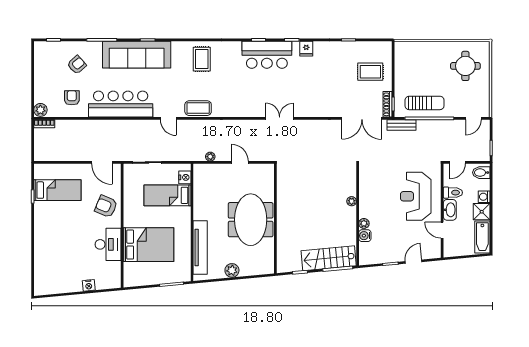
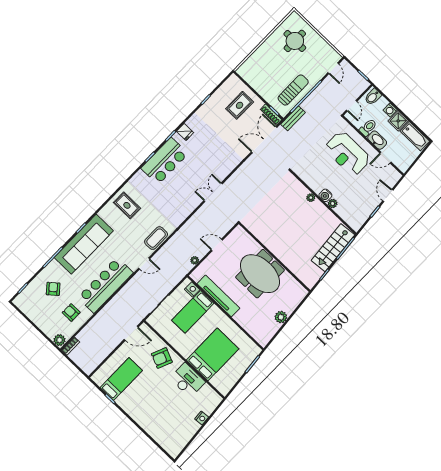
double door: (362, 118) -> (264, 140), swing flipped
water cooler: (365, 236) -> (325, 195), moved
tv unit: (200, 247) -> (218, 296), moved

